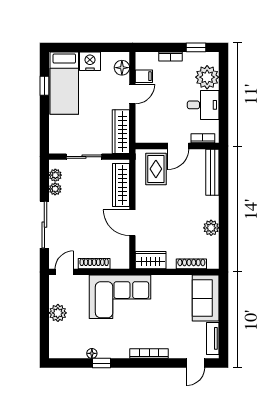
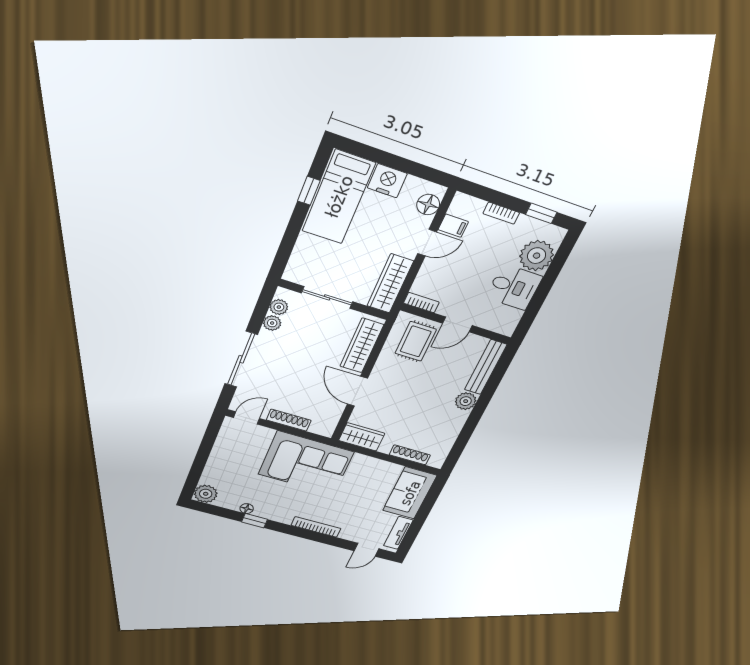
bookcase: (203, 138) -> (421, 303), moved
plant: (211, 228) -> (466, 401), moved
plant: (58, 313) -> (206, 494), moved

